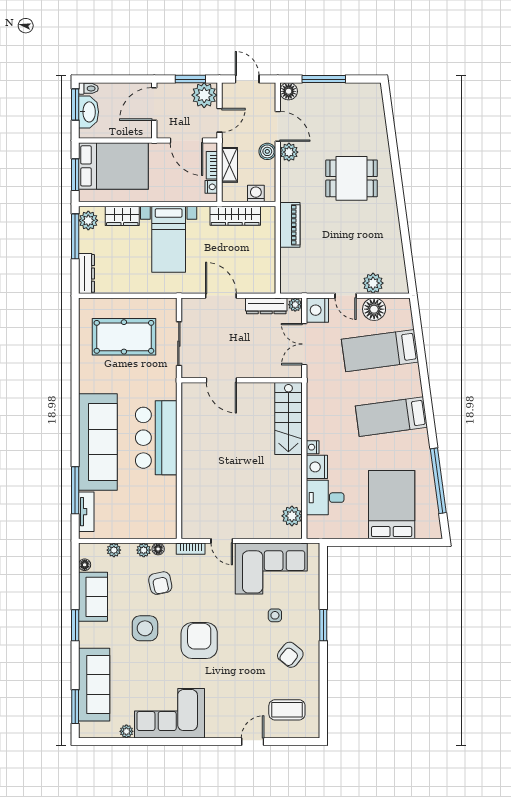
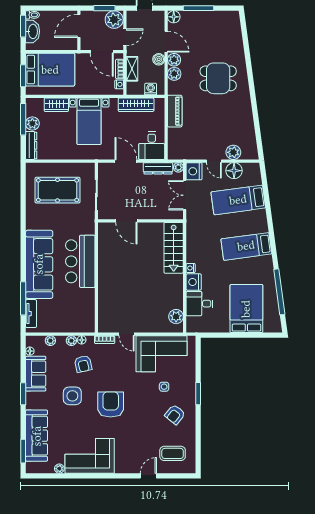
plant: (289, 172) -> (174, 74), added
plant: (88, 220) -> (32, 124), moved
desk: (257, 274) -> (152, 146), added

